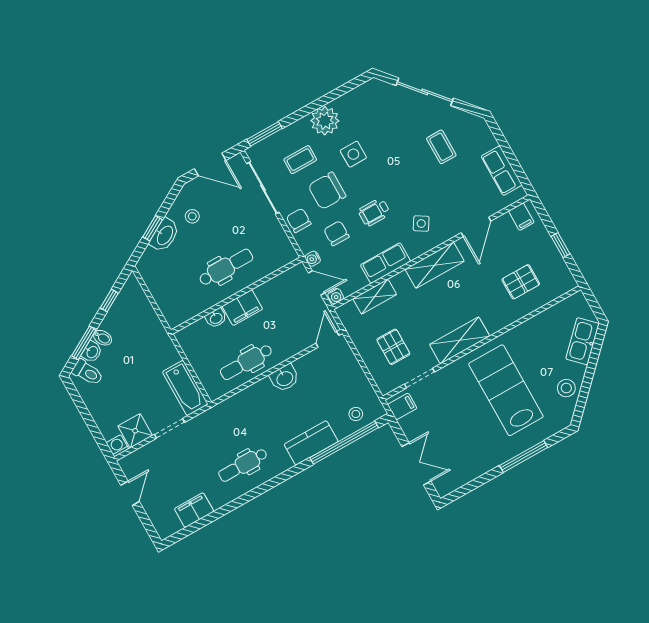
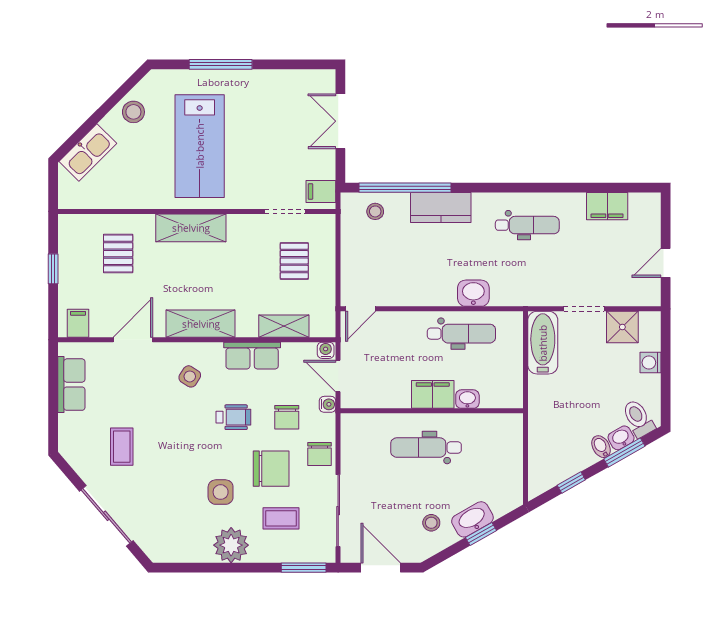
pallet: (521, 282) -> (118, 254), turned 90
shelving: (460, 340) -> (191, 228), moved
washbasin: (285, 378) -> (473, 293), moved
washing machine: (117, 446) -> (651, 363), moved, turned 90

